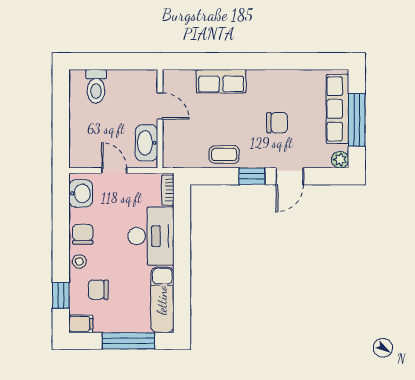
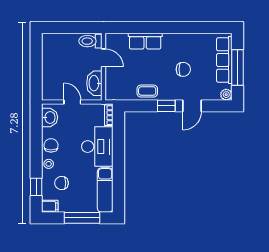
toilet: (96, 86) -> (90, 41), moved, turned 90

